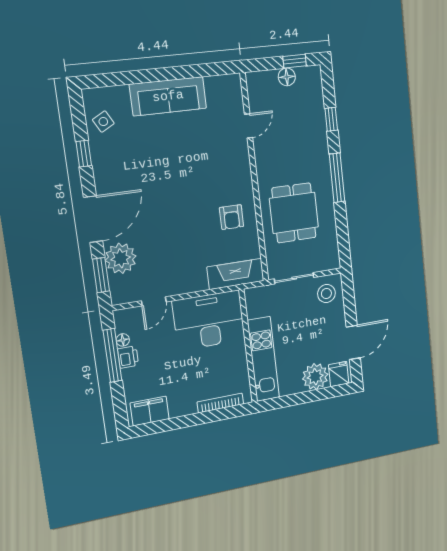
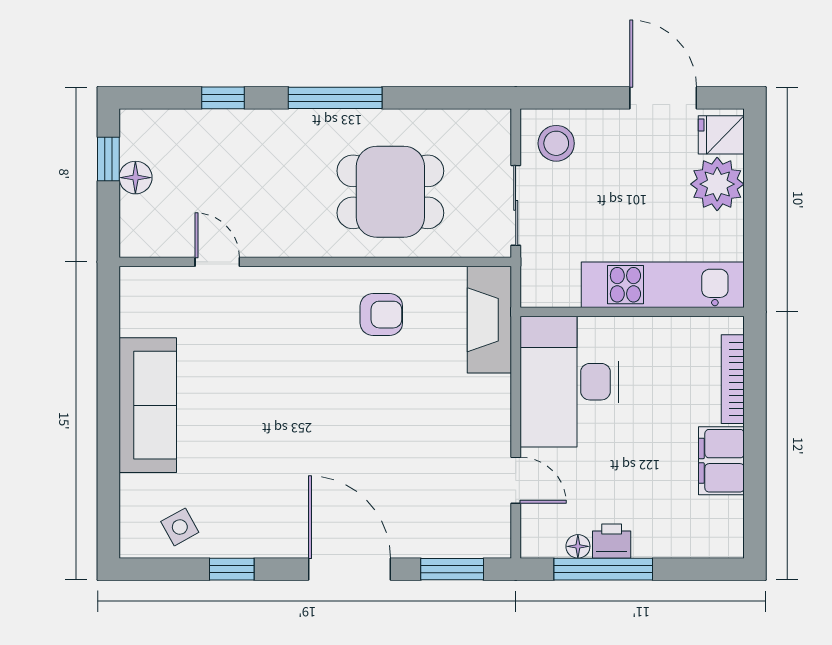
plant: (121, 258) -> (427, 530), removed
filing cabinet: (150, 411) -> (721, 461), moved

